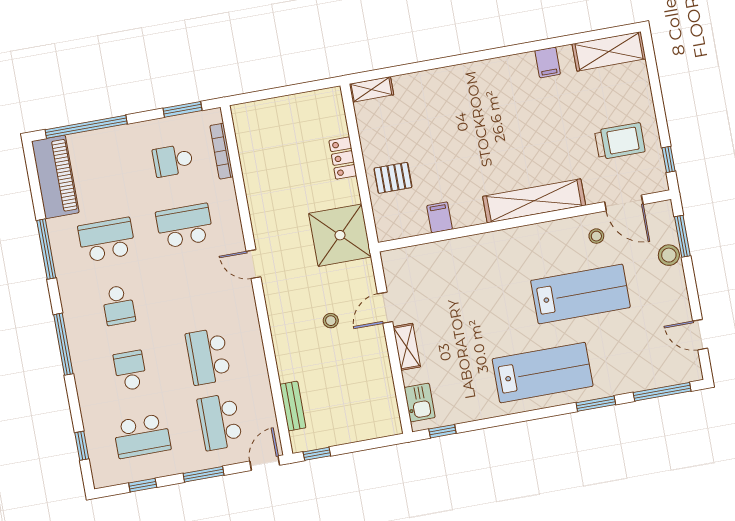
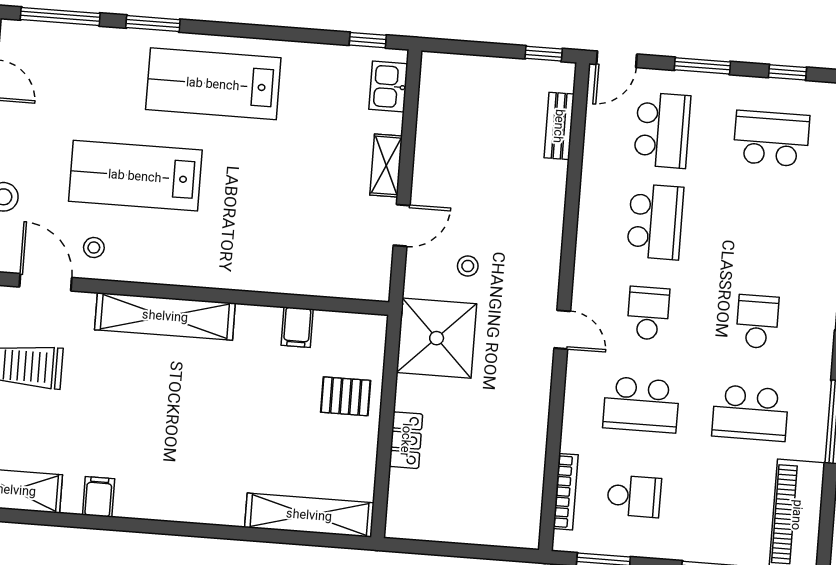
shelving: (371, 89) -> (309, 515), width x2.20, depth x1.33
stool: (331, 321) -> (468, 266), moved
school desk: (130, 371) -> (648, 313), moved, turned 180

